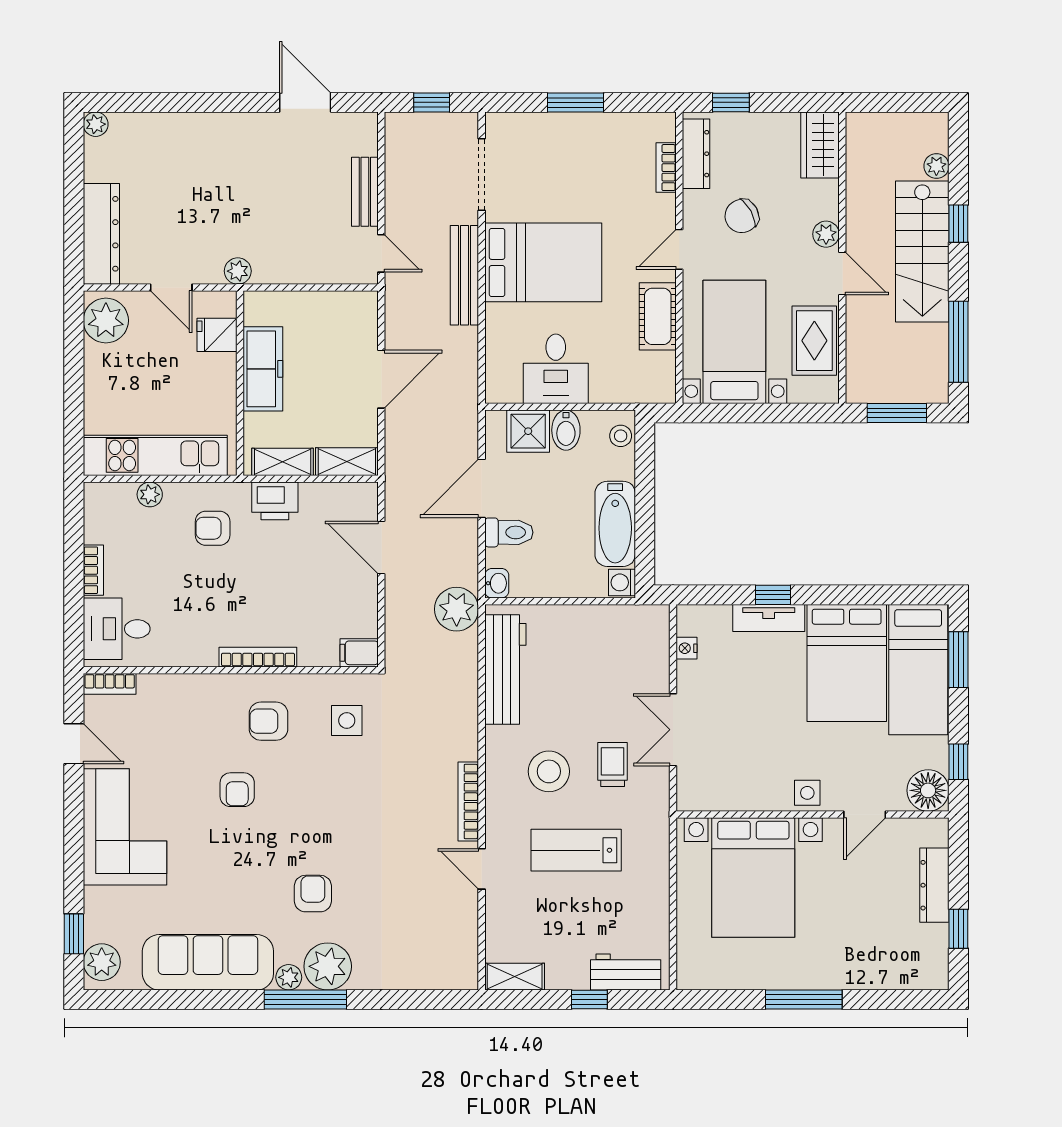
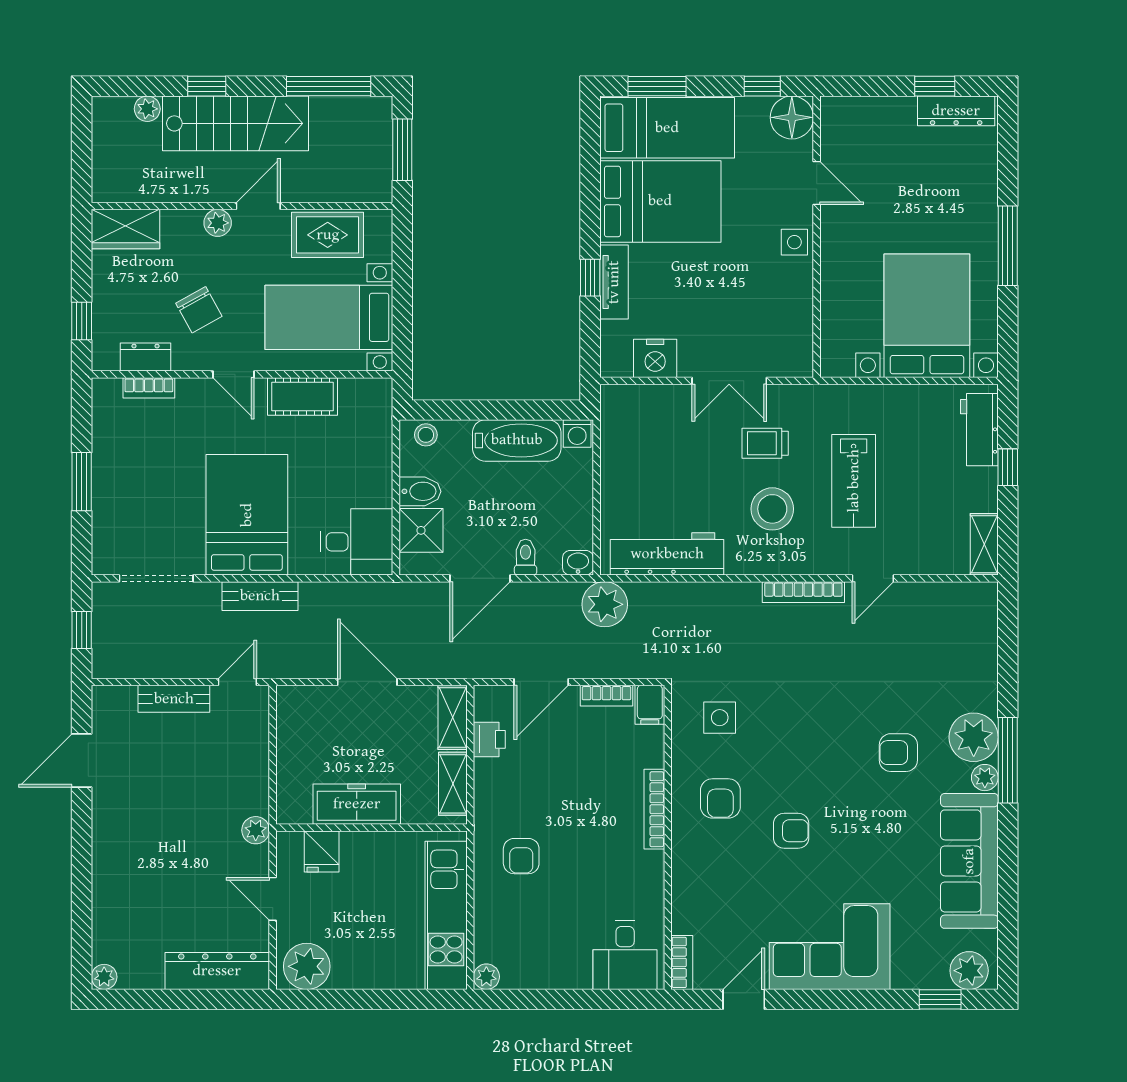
dresser: (696, 154) -> (145, 357), width x0.70
bench: (464, 275) -> (260, 596), width x0.73
door: (171, 288) -> (273, 899), swing flipped
desk: (556, 369) -> (357, 542), moved
door: (482, 488) -> (480, 578), hinge flipped
plant: (150, 494) -> (486, 977), moved
printer: (275, 501) -> (489, 739), moved, width x0.73, depth x0.81
toilet: (509, 532) -> (526, 557), width x0.73, depth x0.72
bookcase: (93, 570) -> (606, 696), moved, turned 180
nightstand: (686, 648) -> (655, 358), width x1.89, depth x1.79
bed with nightstands: (753, 878) -> (927, 316), moved, turned -90
dresser: (934, 885) -> (956, 111), moved

